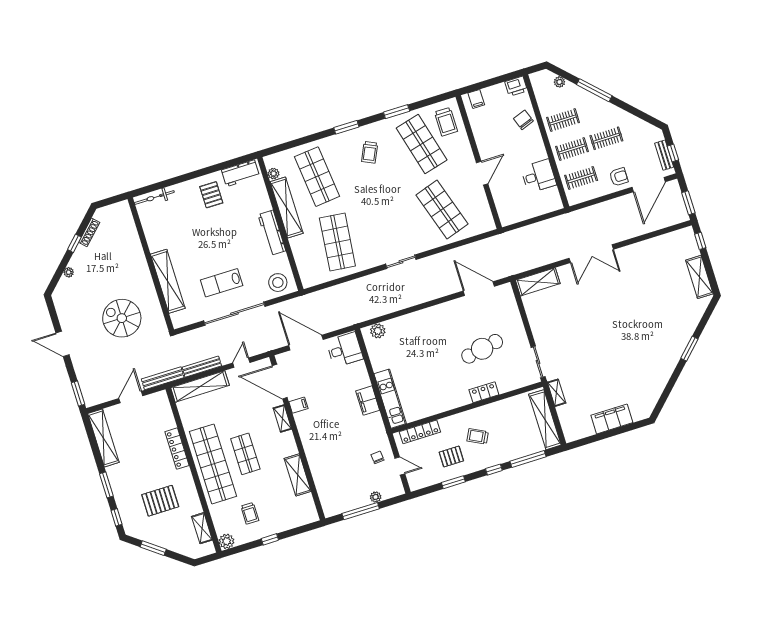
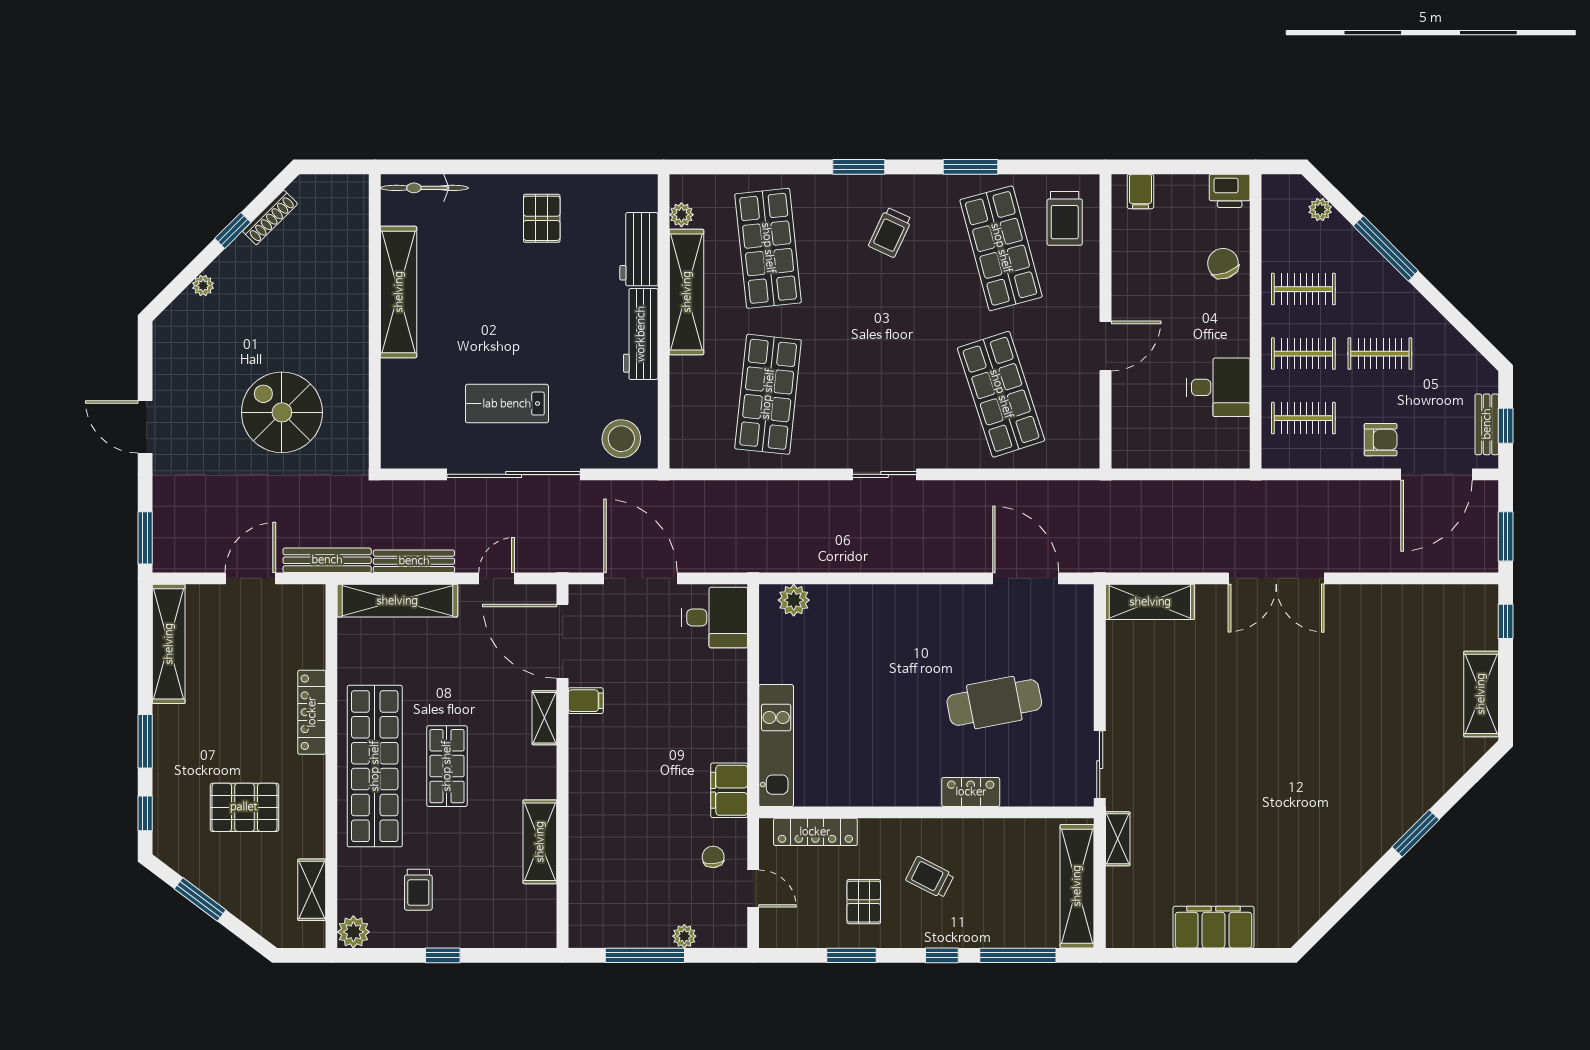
workbench: (240, 173) -> (639, 249), moved, turned 90
shelving: (168, 281) -> (399, 292), moved
filing cabinet: (368, 401) -> (729, 790), moved
pallet: (451, 456) -> (864, 902), turned 90

